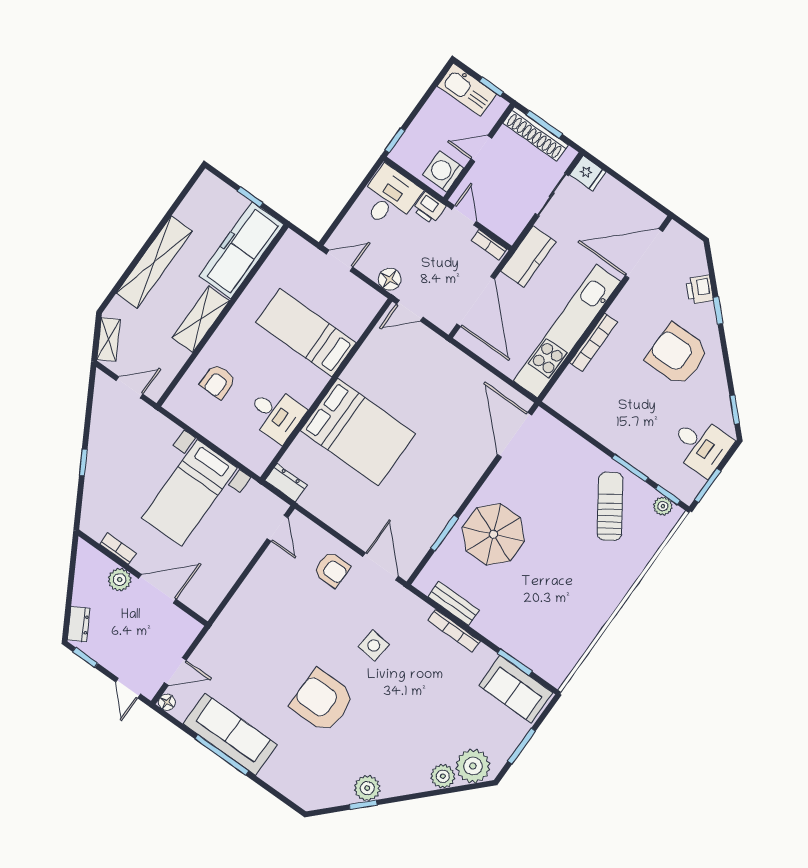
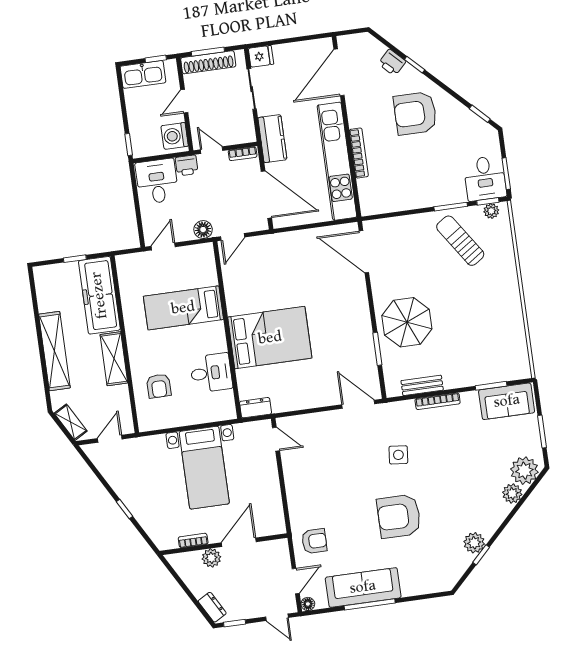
desk: (701, 446) -> (485, 178), moved, turned 90
armchair: (332, 569) -> (314, 541), moved

